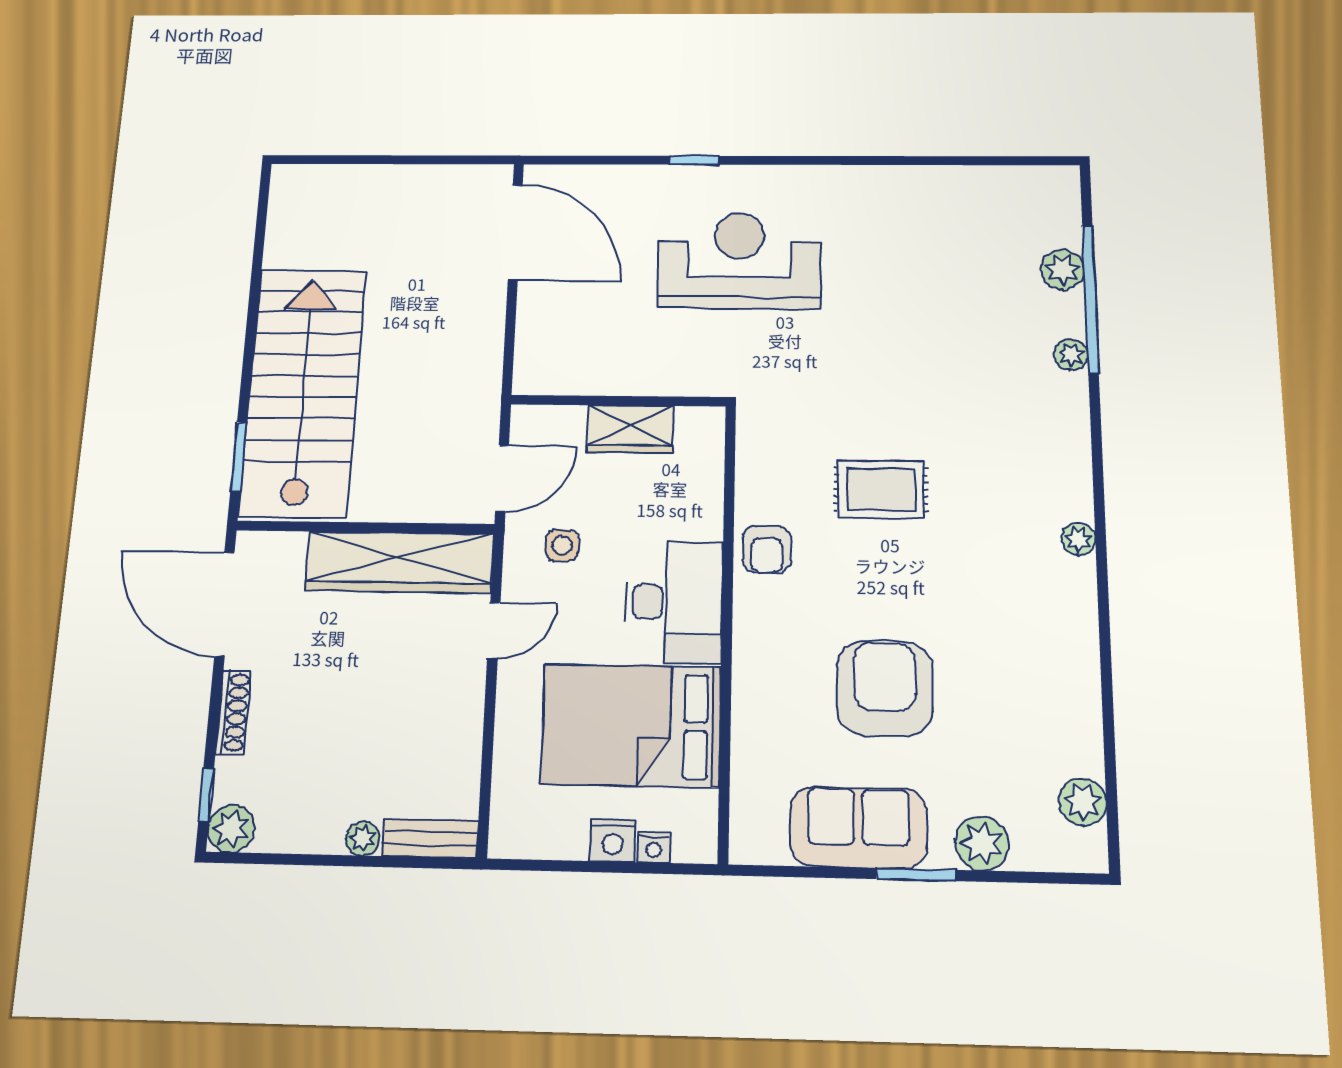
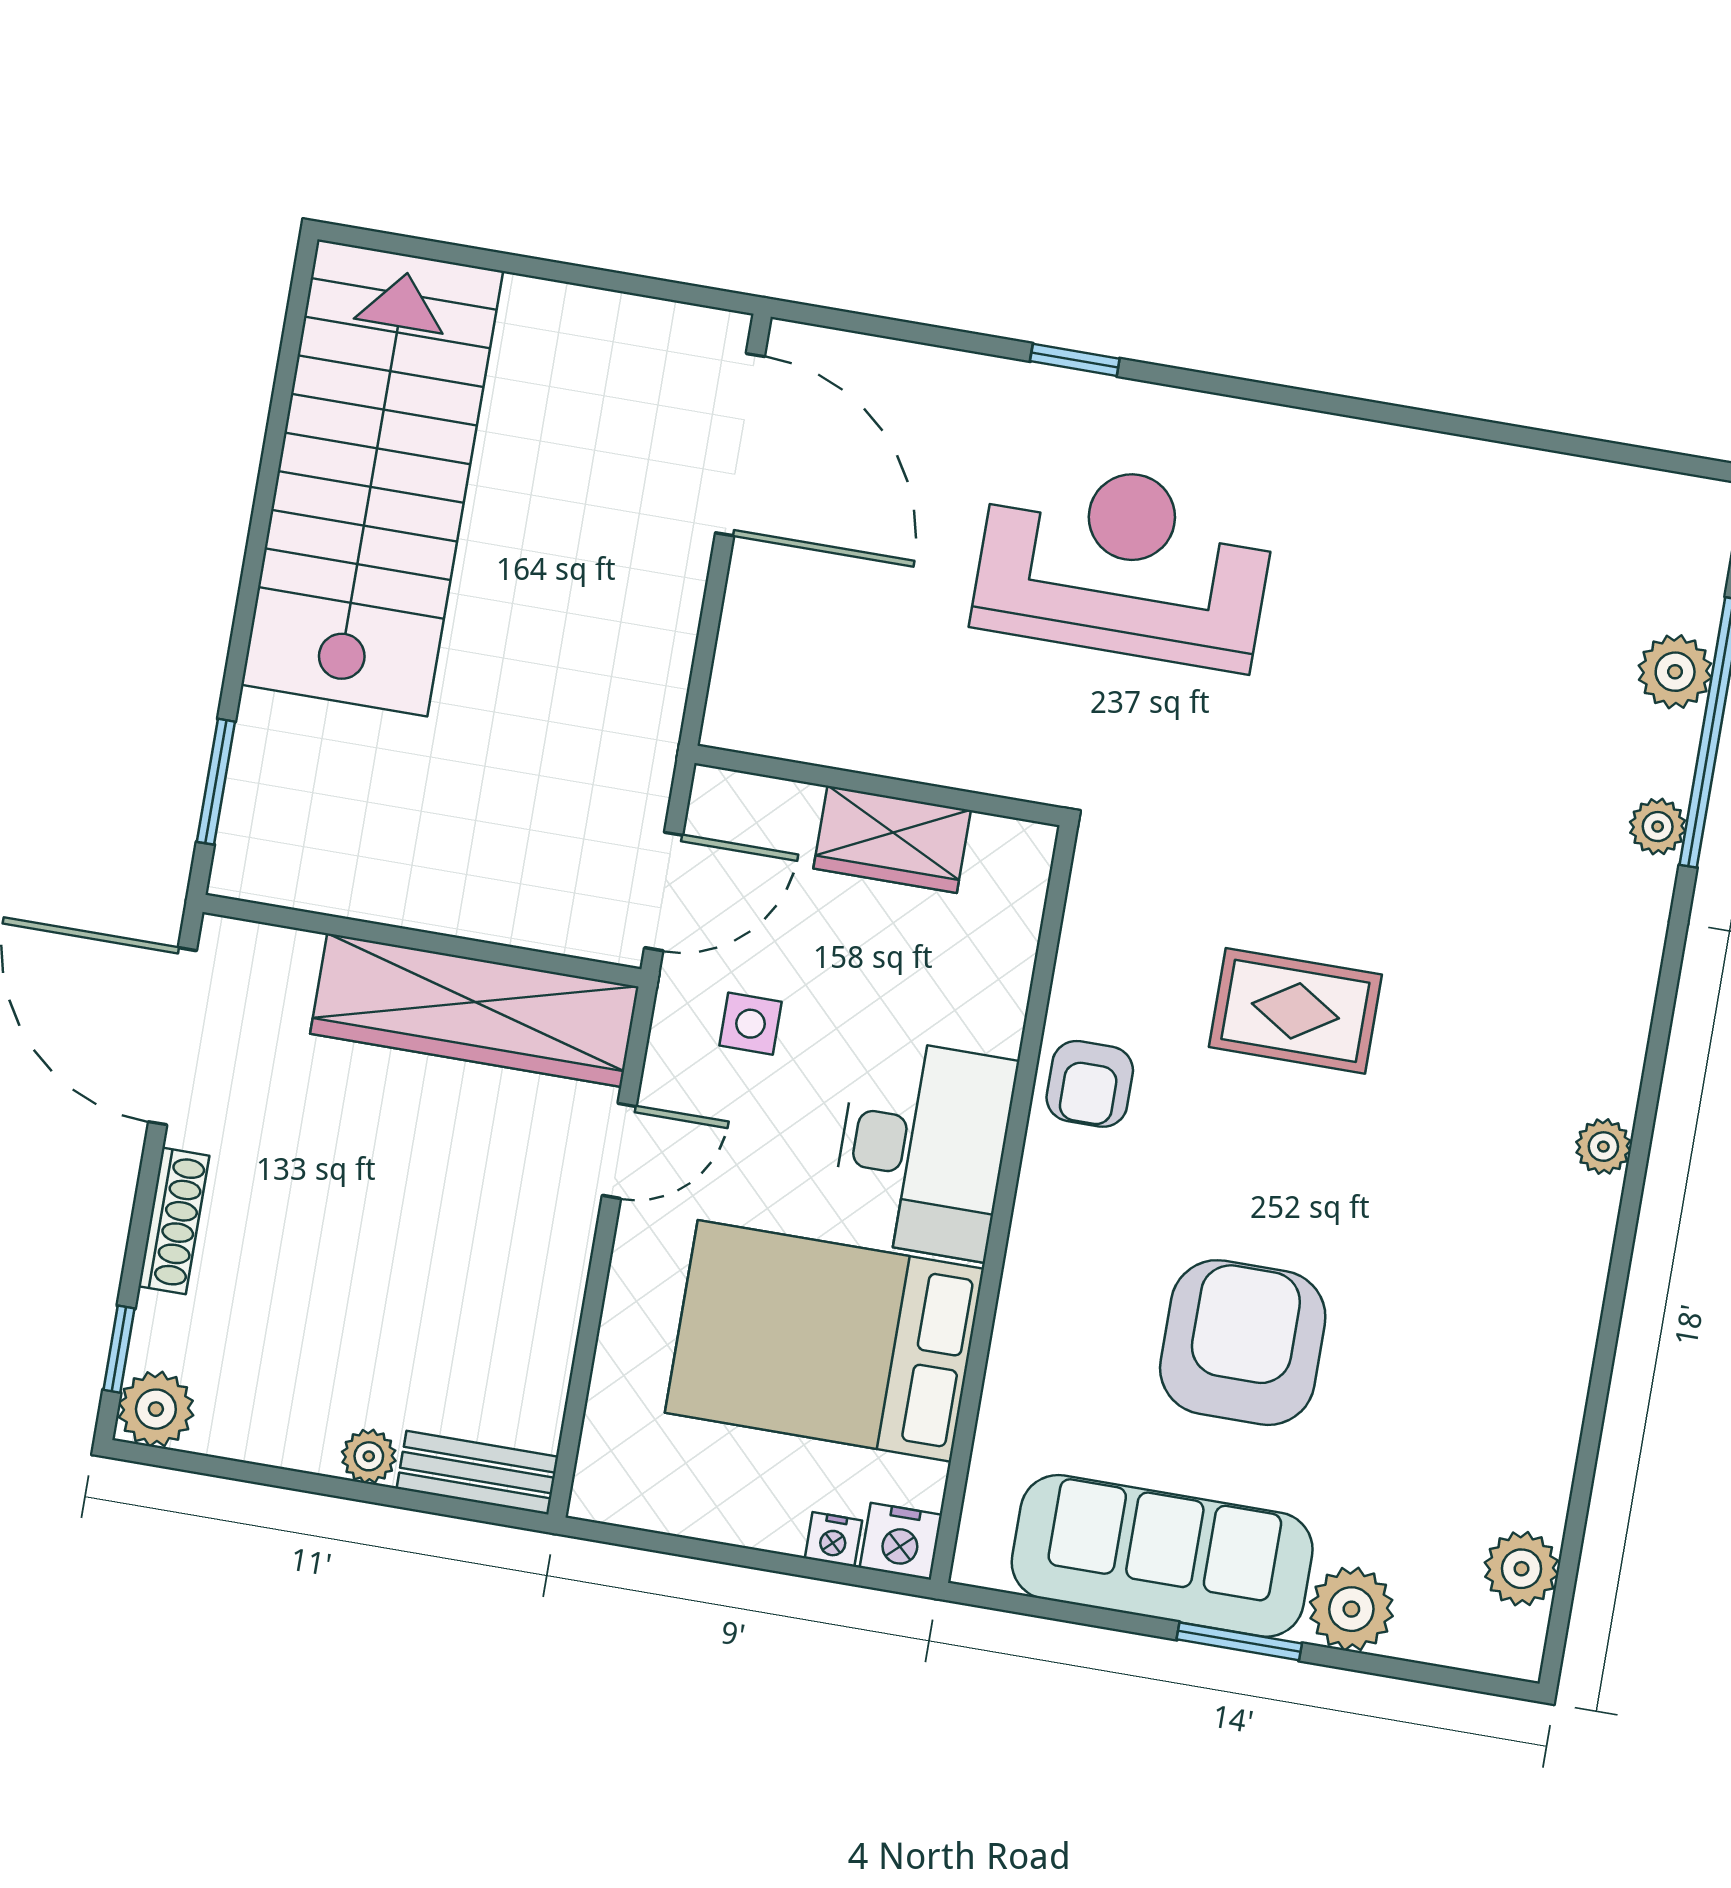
stairs: (303, 392) -> (372, 478), moved
sofa: (858, 827) -> (1162, 1556), width x1.36
nightstand: (612, 841) -> (901, 1541), moved

